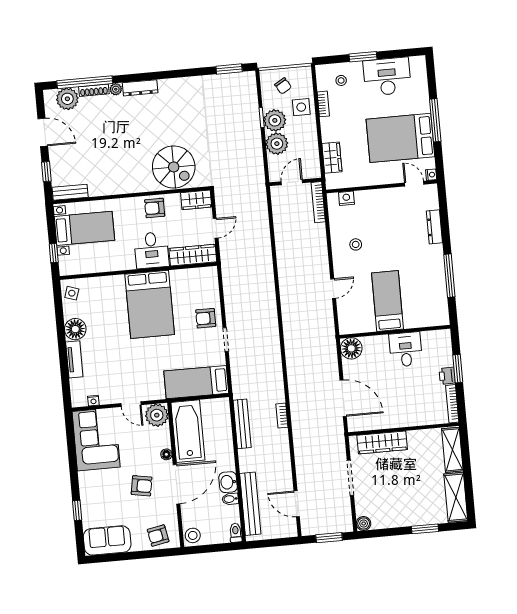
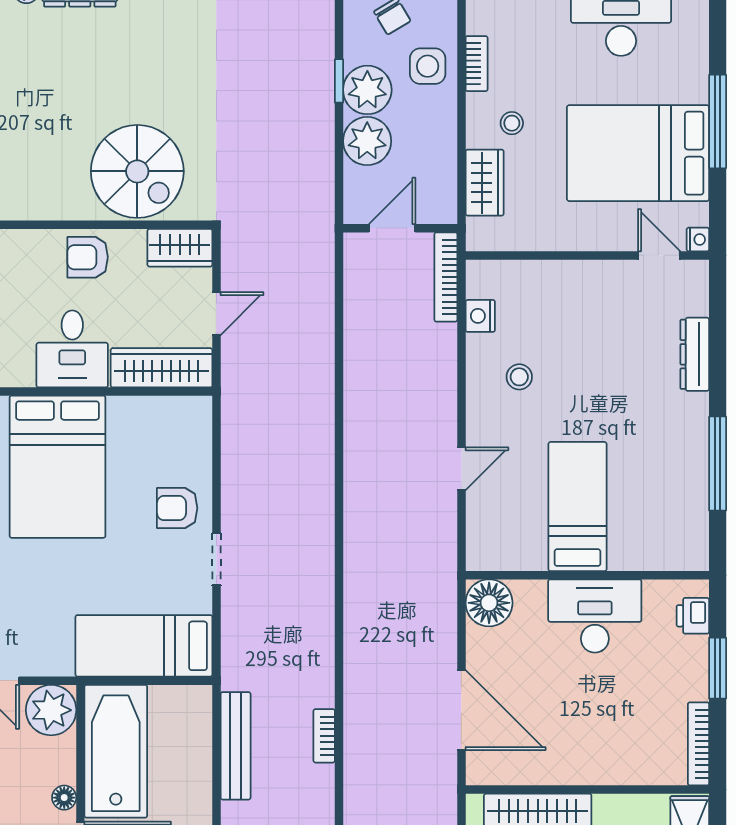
stool: (341, 80) -> (512, 123), moved
nightstand: (346, 198) -> (480, 316), moved, turned -90
desk: (406, 349) -> (595, 616), width x1.37
printer: (447, 376) -> (693, 616), moved

